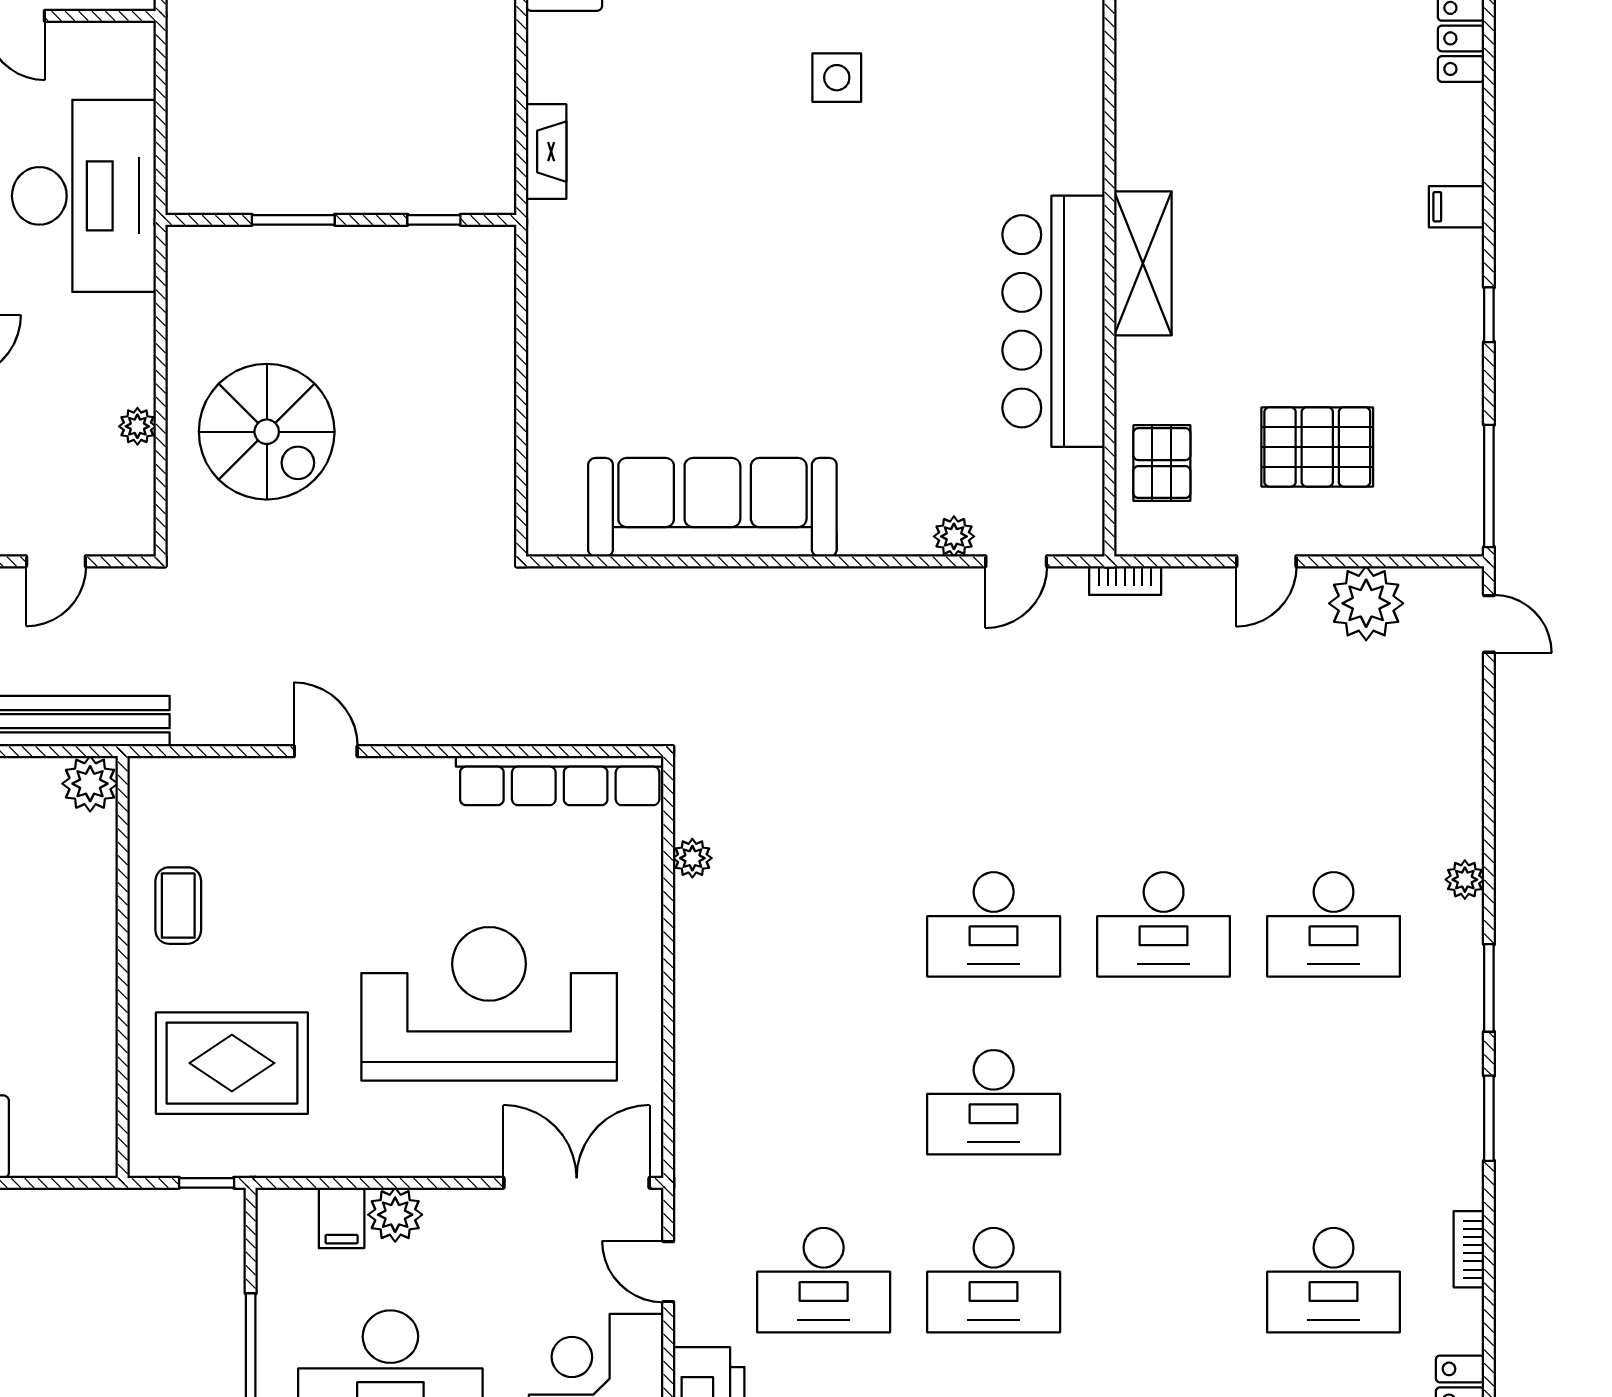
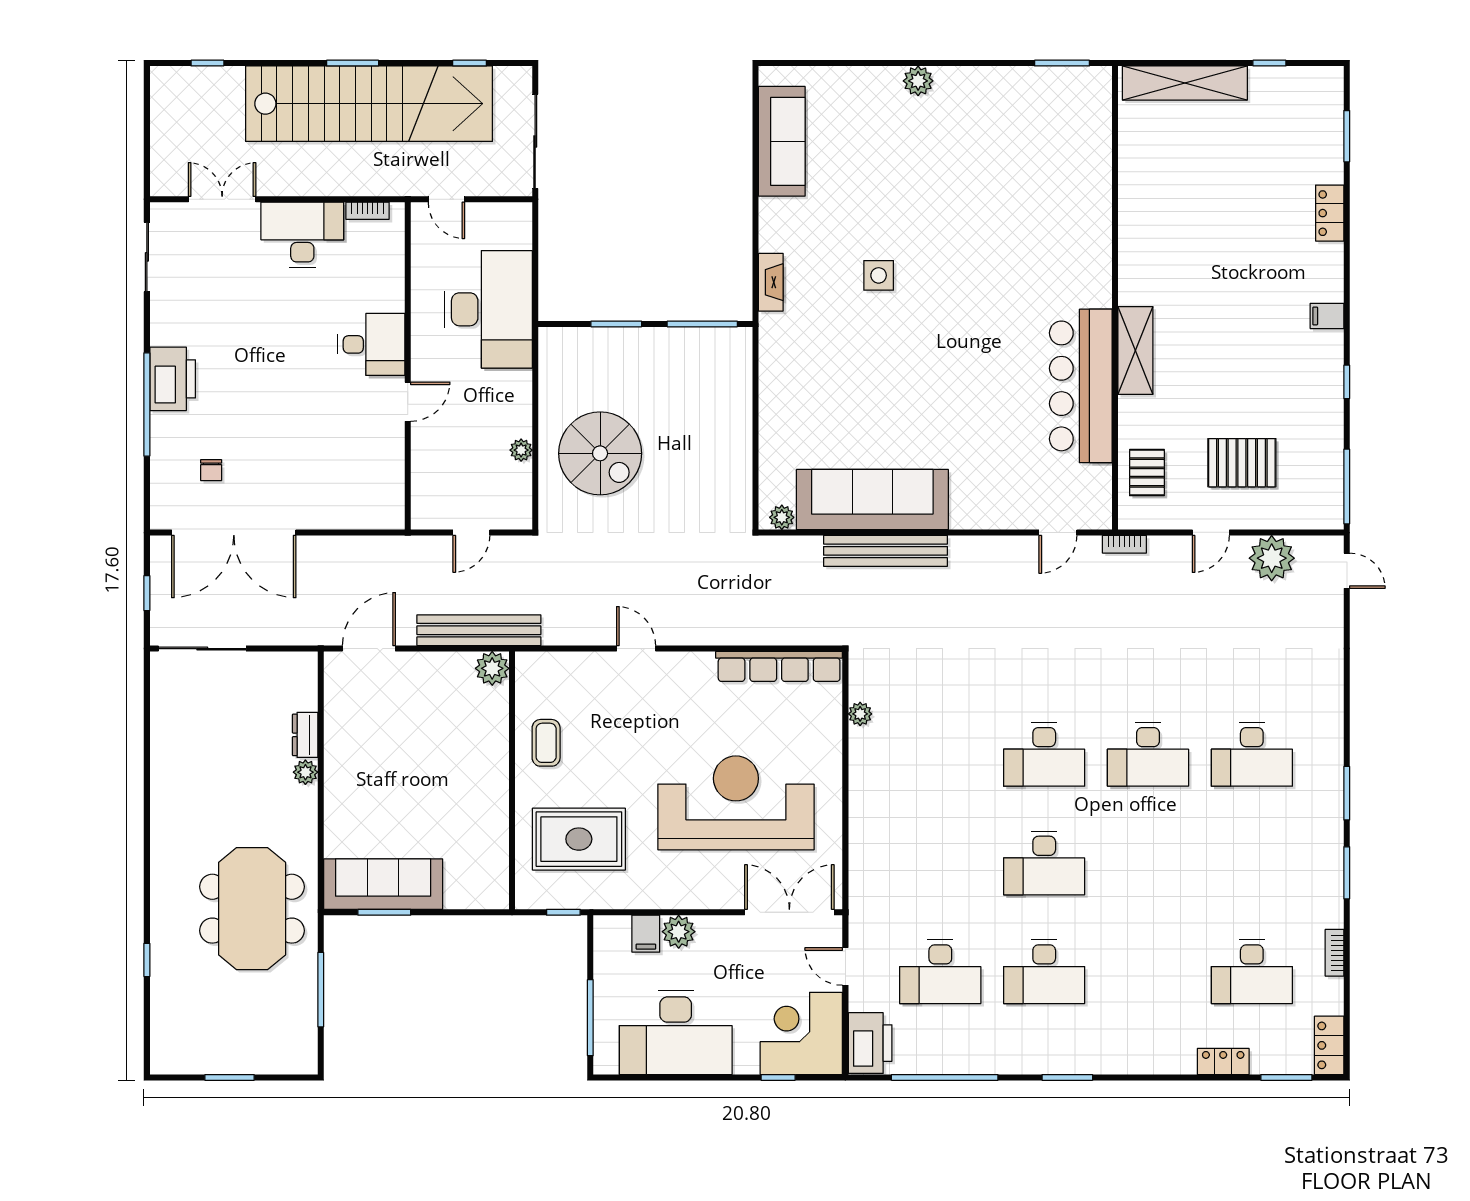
side table: (837, 78) -> (879, 275), moved
window: (434, 220) -> (702, 324), width x2.17
plant: (954, 536) -> (782, 517), moved
bench: (734, 591) -> (885, 551), added
plant: (1465, 880) -> (1332, 727), removed

